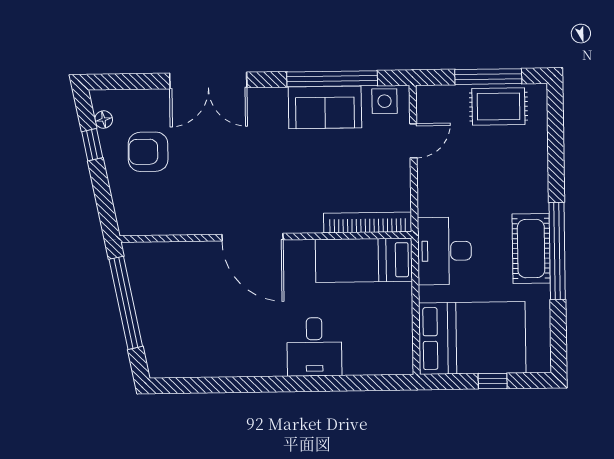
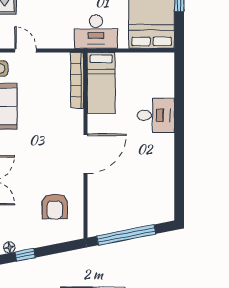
armchair: (148, 152) -> (55, 206), moved

